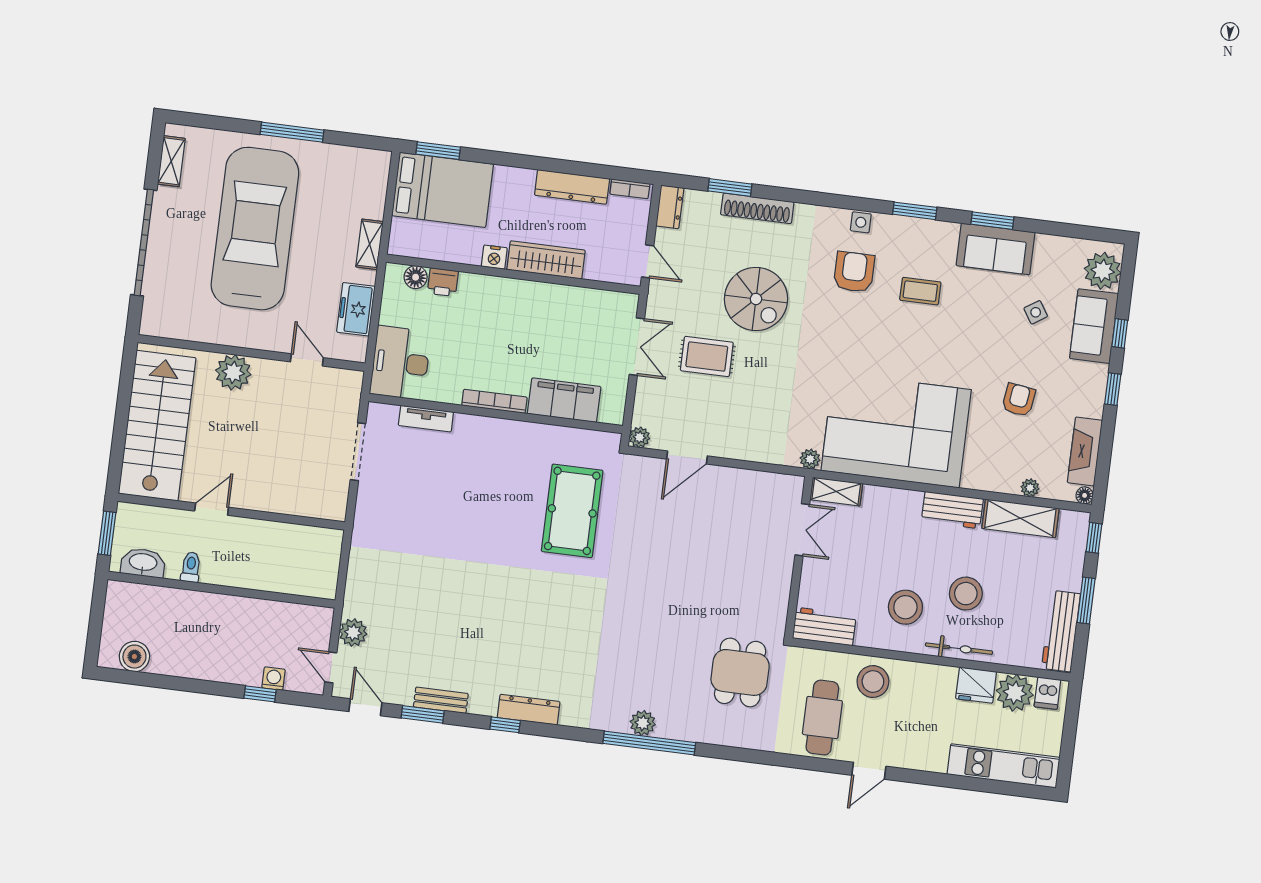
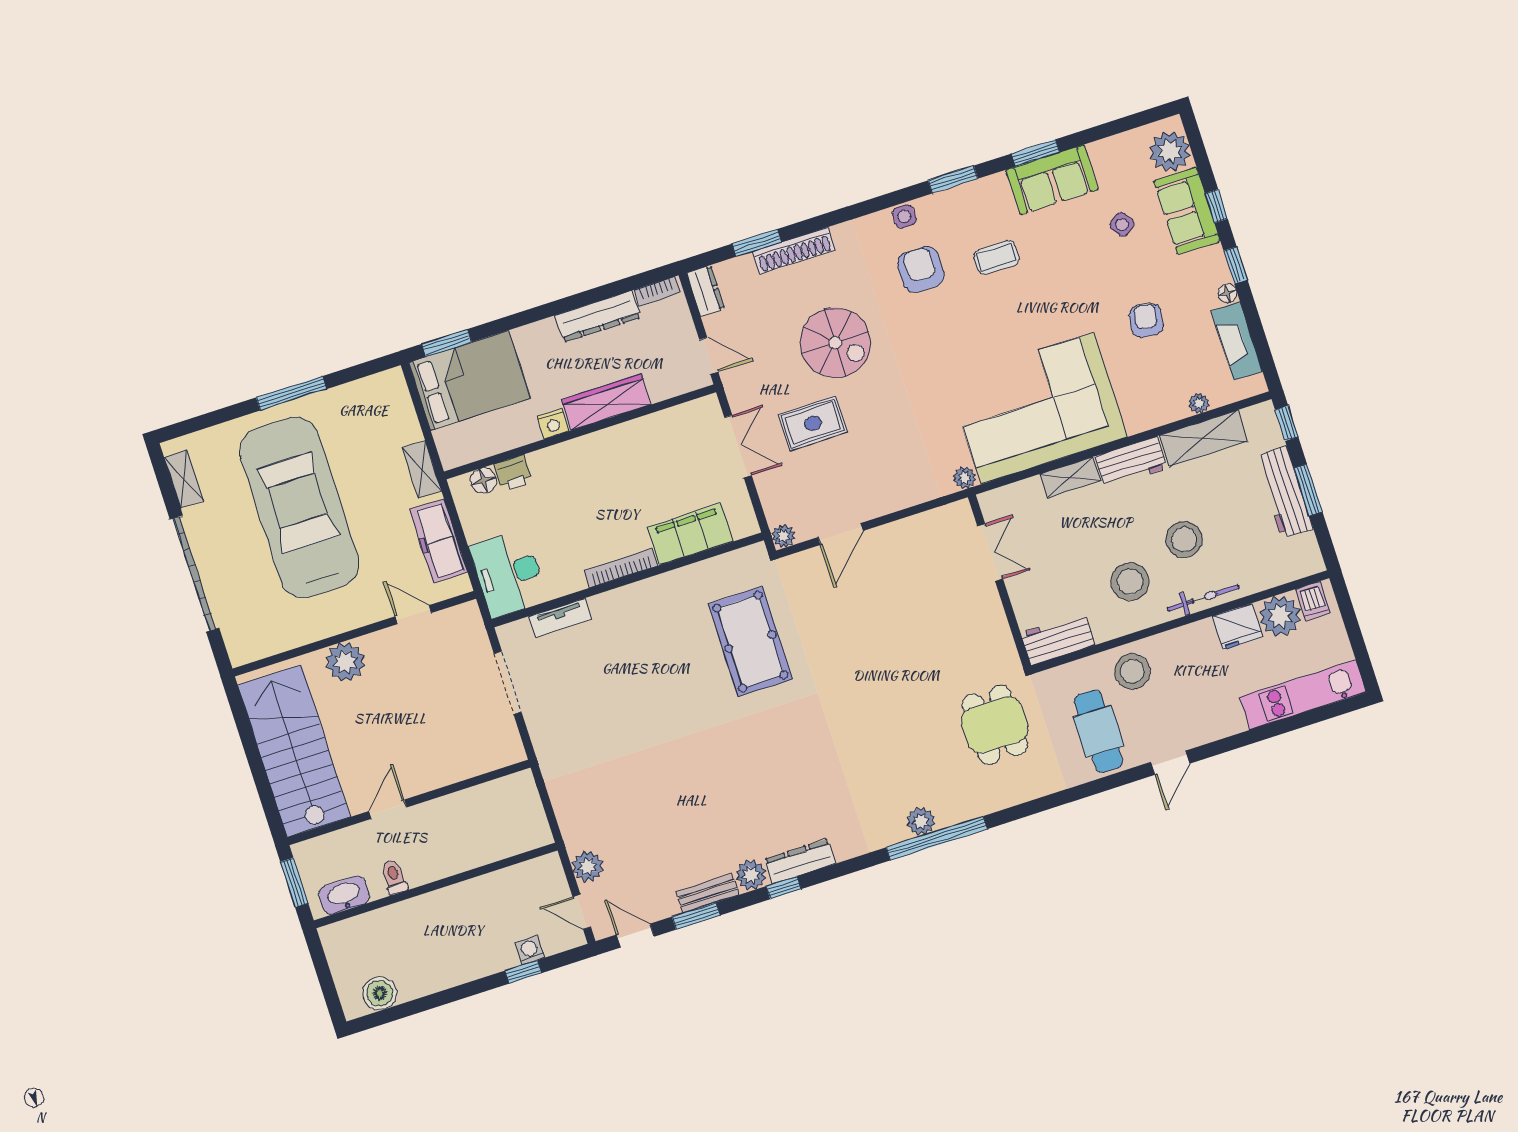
freezer: (356, 309) -> (439, 541), width x1.40
shelving: (836, 492) -> (1070, 477), moved
floor lamp: (1085, 495) -> (1227, 293), moved
workbench: (1061, 631) -> (1284, 492), moved
plant: (483, 702) -> (751, 875), added

